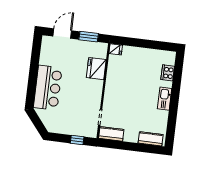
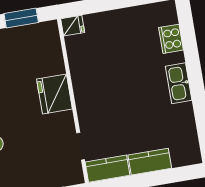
fridge: (96, 69) -> (54, 94), moved
kitchen counter: (151, 139) -> (150, 162), moved

